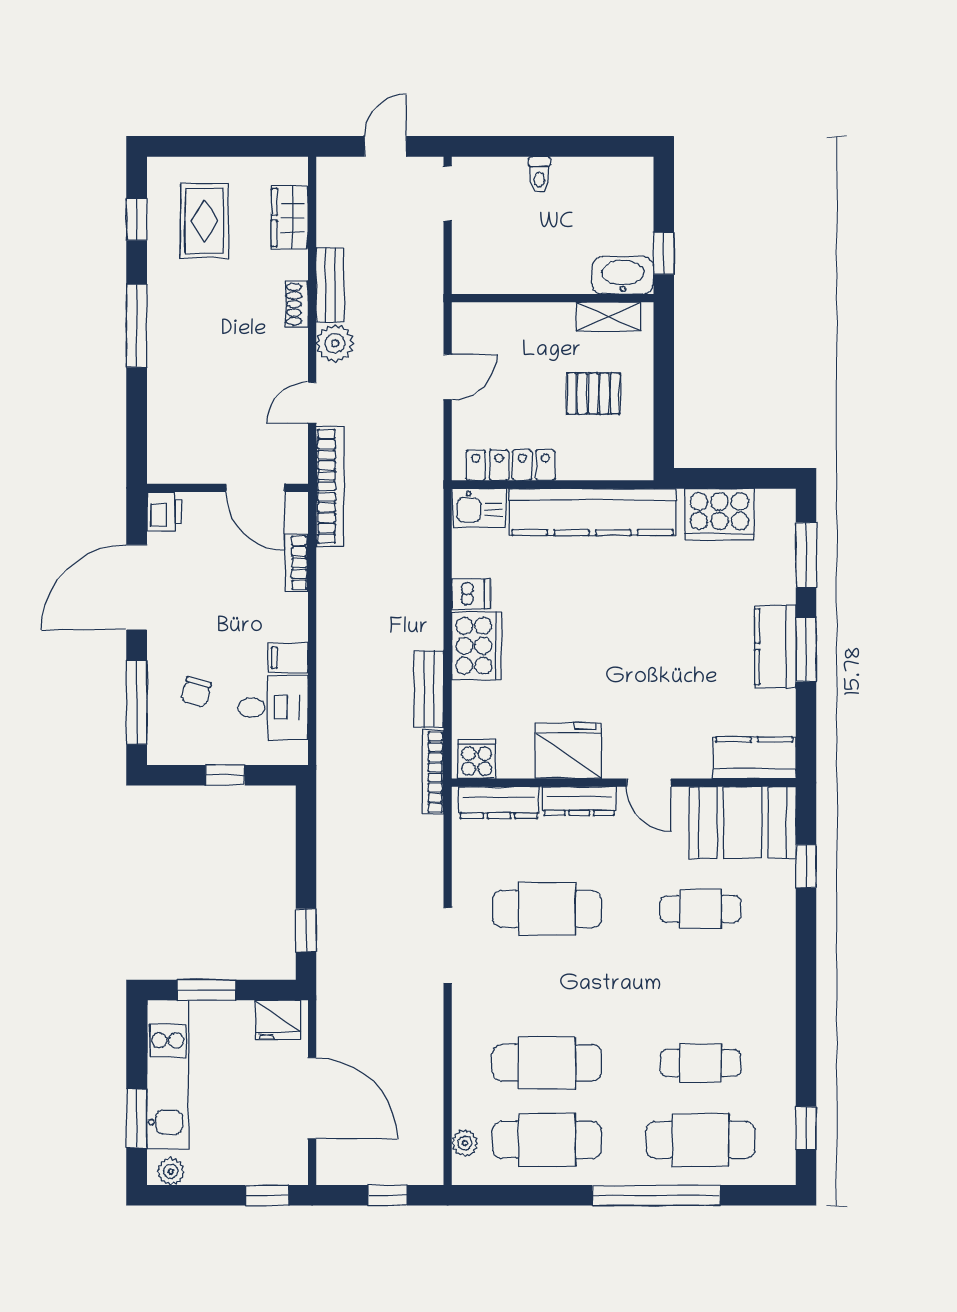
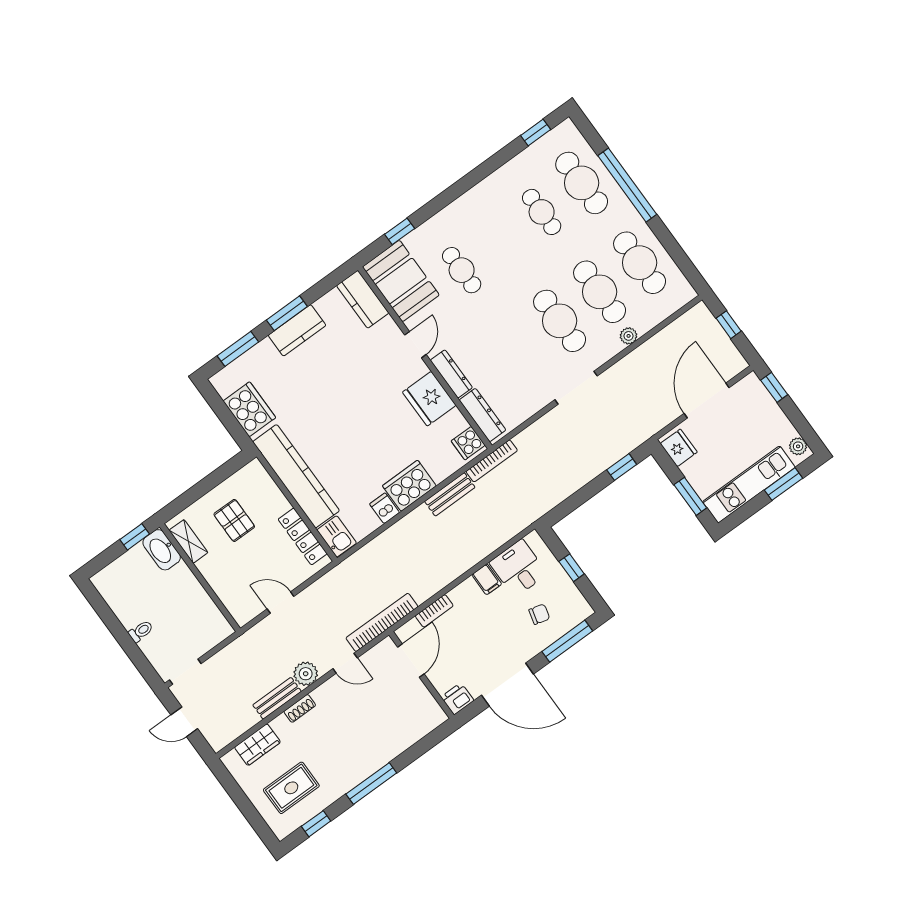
cafe table: (547, 909) -> (560, 321), moved
plant: (465, 1143) -> (629, 336), moved

